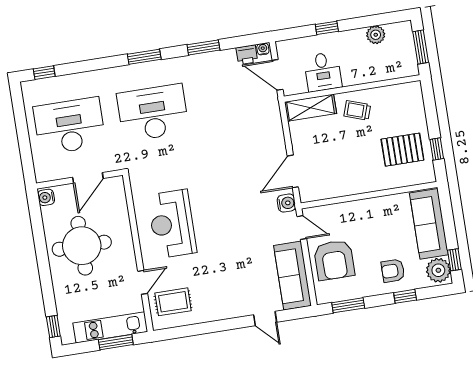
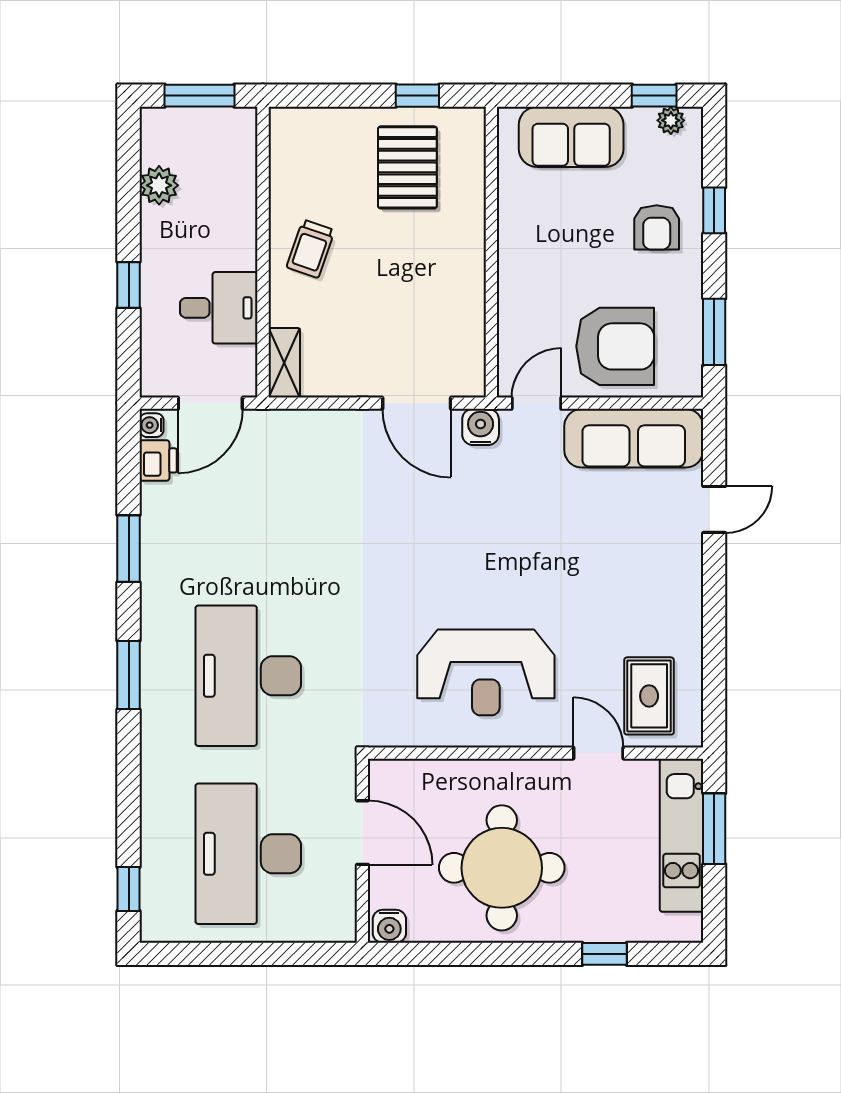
shelving: (311, 108) -> (284, 363), width x0.67, depth x0.75
sofa: (429, 224) -> (571, 137), width x0.73
plant: (438, 270) -> (671, 120), width x0.53, depth x0.53
window: (53, 326) -> (604, 954), moved

